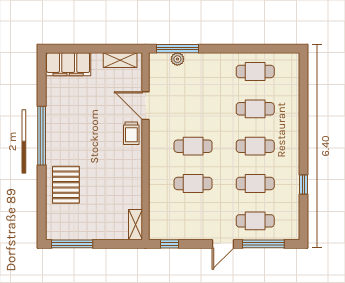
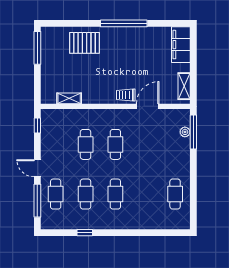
cafe table: (255, 109) -> (145, 194), removed
shelving: (136, 225) -> (69, 98), moved

